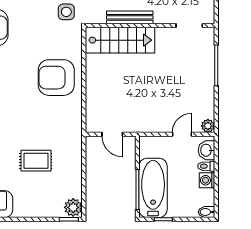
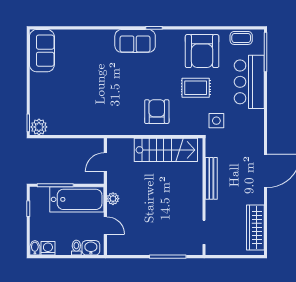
stairs: (120, 40) -> (166, 150), moved, turned -90
armchair: (56, 78) -> (157, 112), width x0.73, depth x0.73
plant: (208, 126) -> (113, 199), moved
rug: (36, 161) -> (196, 88), moved, turned 90
washing machine: (207, 180) -> (48, 248), moved
bathtub: (153, 188) -> (77, 199), moved

